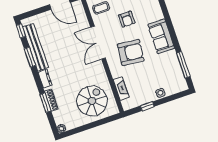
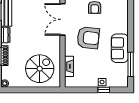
sofa: (161, 36) -> (120, 48), moved
window: (147, 106) -> (104, 90), moved

